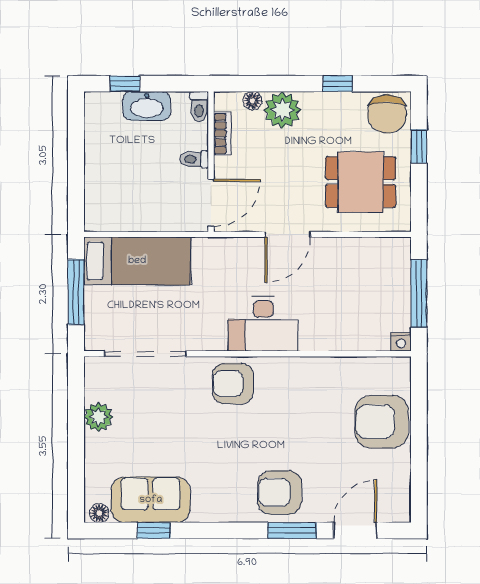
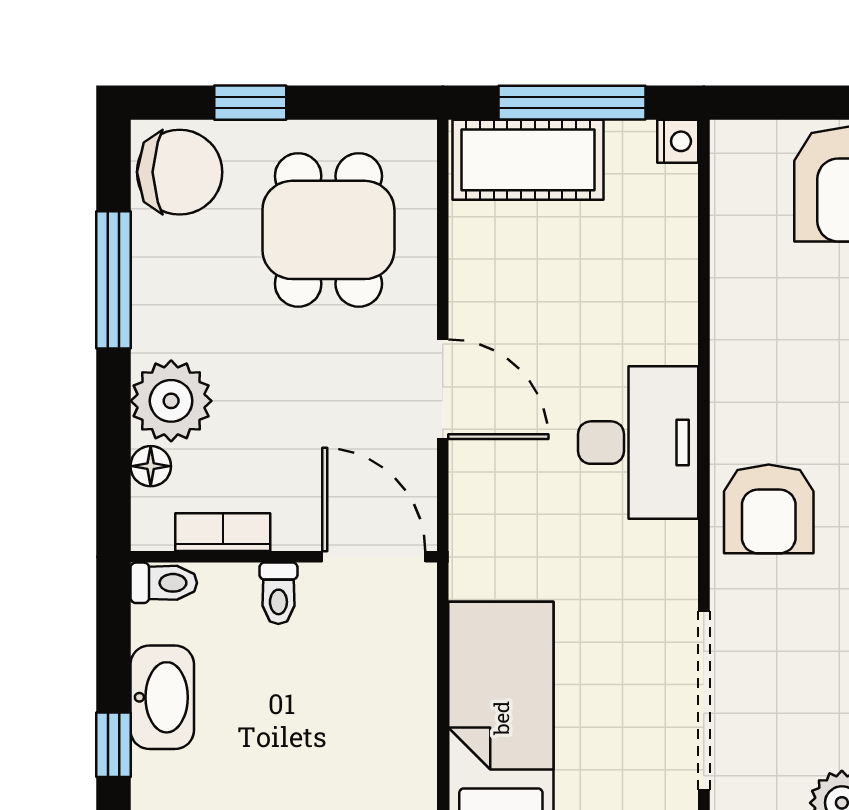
window: (338, 84) -> (113, 280), width x2.17
cot: (393, 273) -> (528, 160), added

